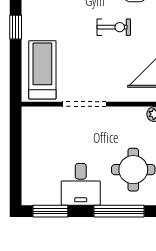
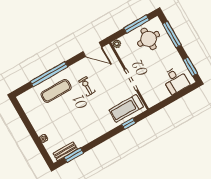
window: (16, 27) -> (129, 124), moved
desk: (81, 184) -> (175, 80), moved, turned 90

